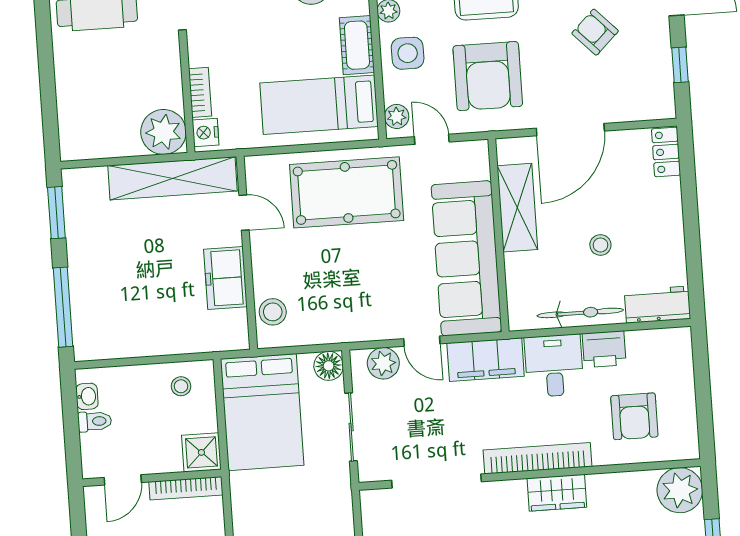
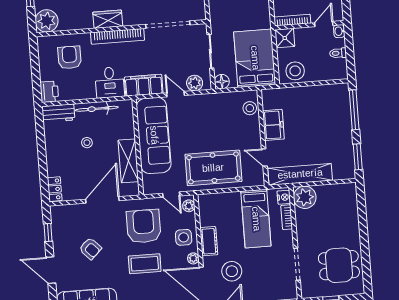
bed: (319, 105) -> (256, 219), moved, turned 90
printer: (604, 349) -> (49, 92), moved, turned 90
stool: (181, 386) -> (295, 71), width x1.89, depth x1.89
washbasin: (87, 396) -> (339, 31), moved

